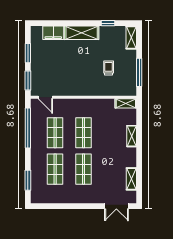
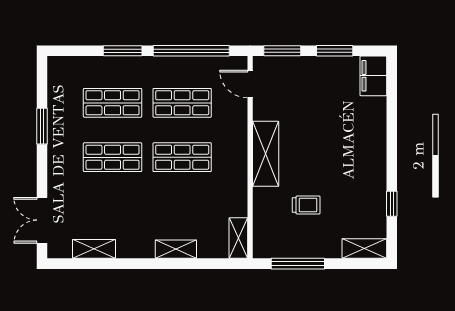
filing cabinet: (53, 33) -> (373, 76), moved
shelving: (82, 33) -> (266, 154), moved
door: (45, 97) -> (250, 84), hinge flipped
window: (28, 180) -> (123, 51), moved
window: (67, 206) -> (42, 126), added

